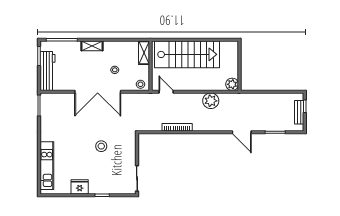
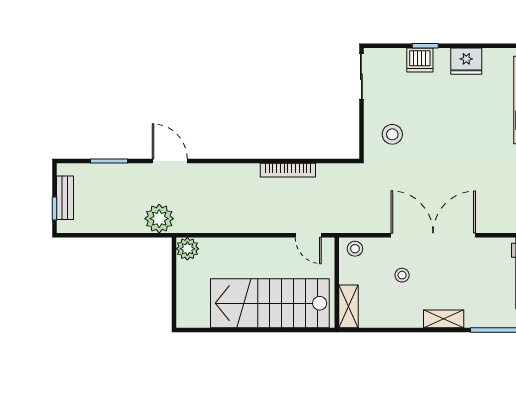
plant: (211, 101) -> (159, 219), moved
stool: (101, 146) -> (392, 134), moved
dishwasher: (105, 187) -> (420, 60), added

